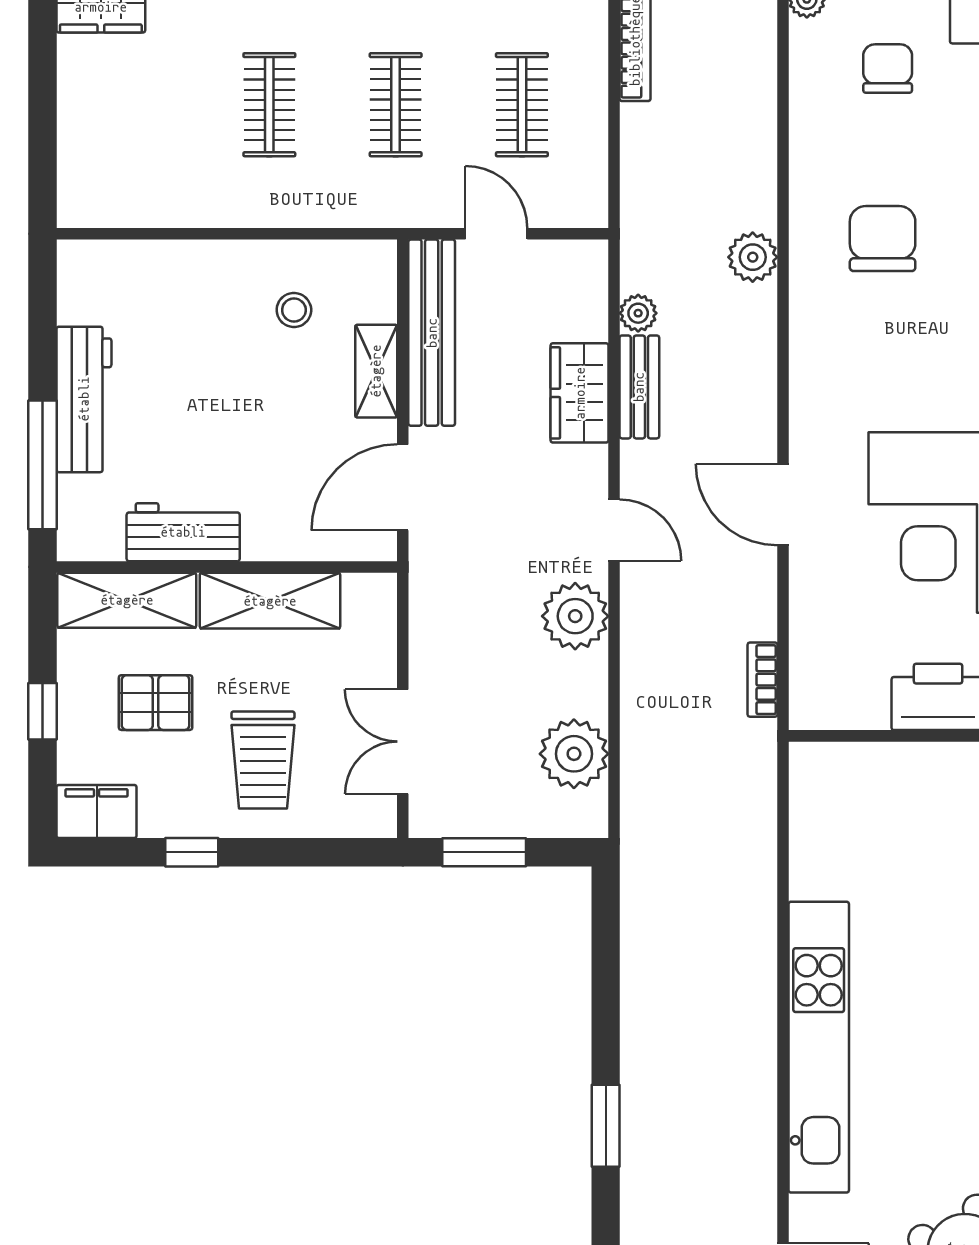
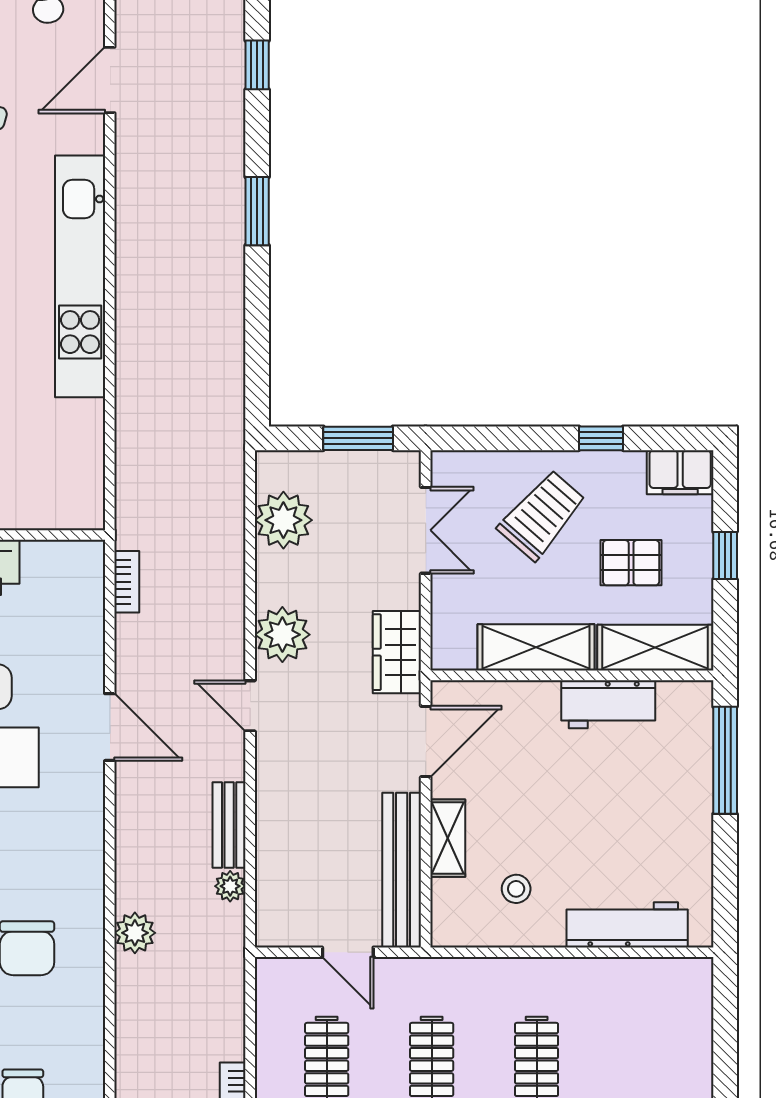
wardrobe: (580, 393) -> (397, 652), moved, turned 180
workbench: (84, 399) -> (627, 925), moved, turned 90
trolley: (263, 760) -> (542, 515), turned 41

